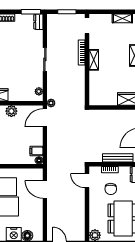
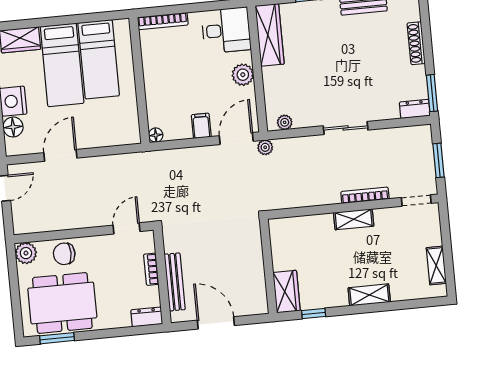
door: (45, 118) -> (236, 138), hinge flipped
filing cabinet: (36, 151) -> (201, 126), moved
chair: (111, 189) -> (64, 254), moved
door: (45, 190) -> (60, 155), moved

